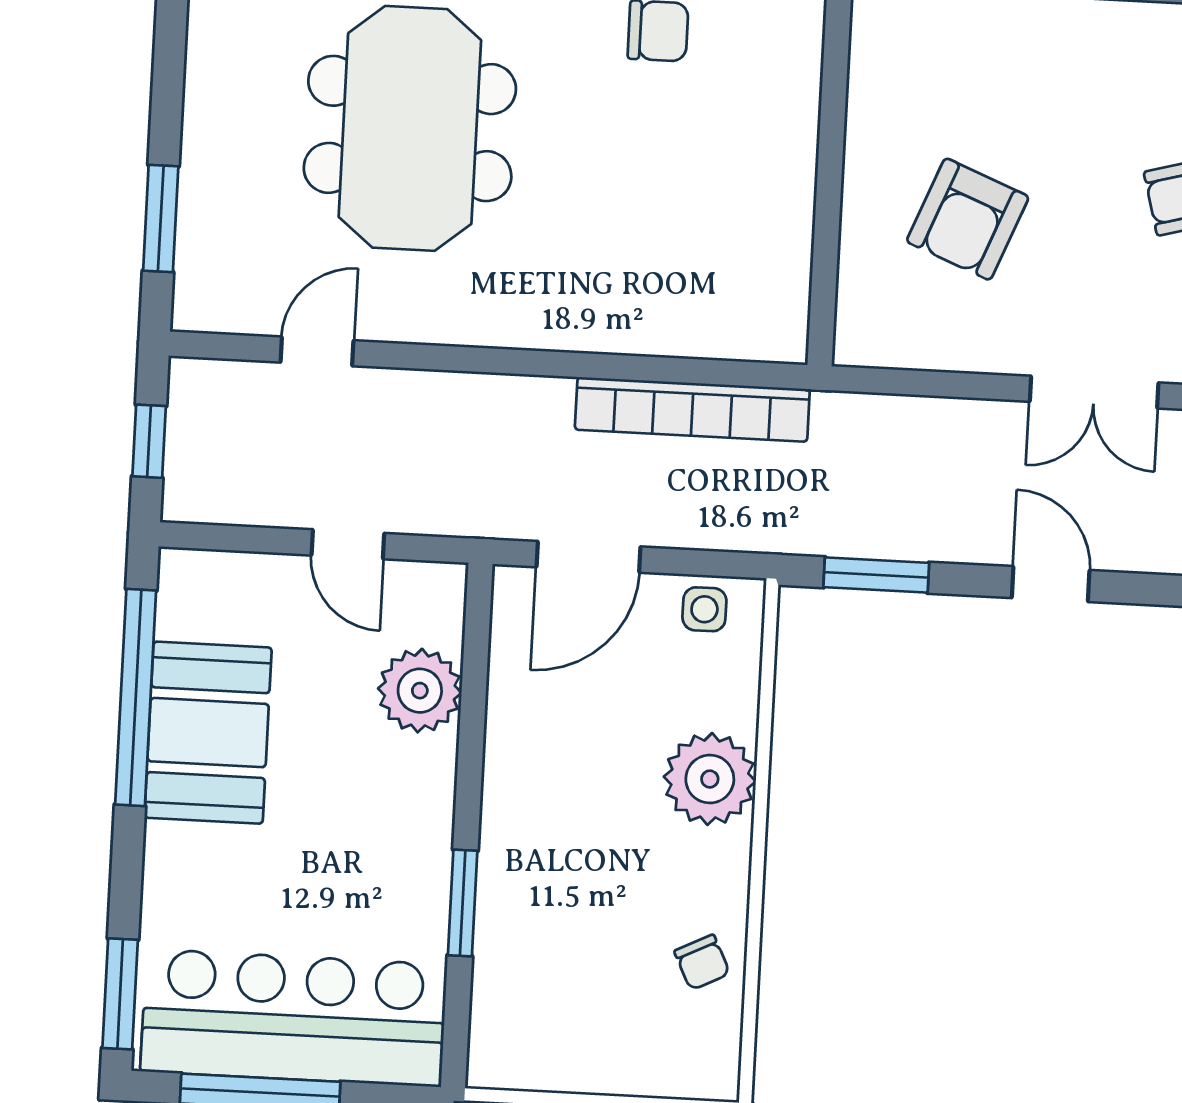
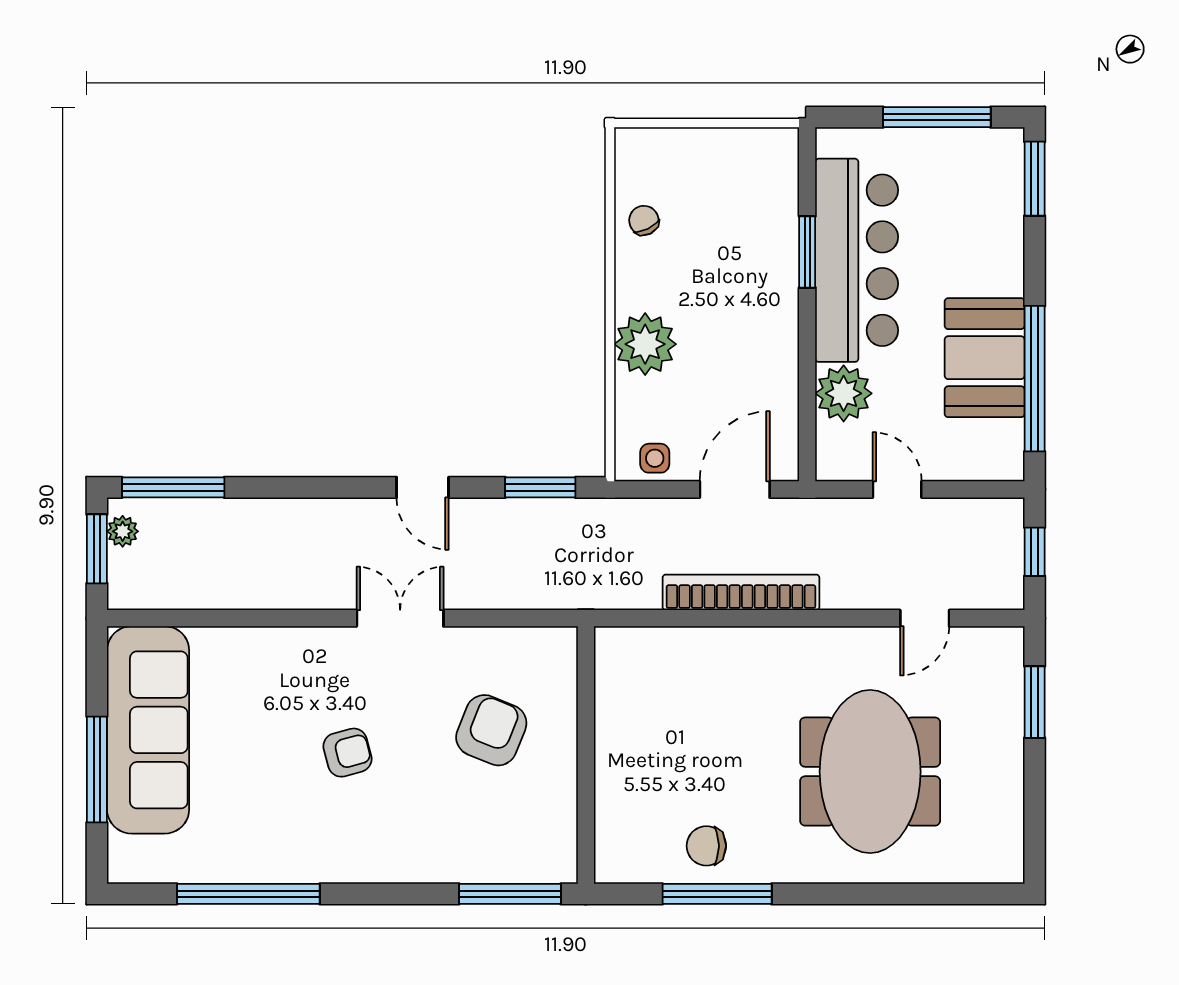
bookcase: (692, 409) -> (741, 592), moved
bar counter: (294, 1018) -> (857, 260), moved, turned -90

